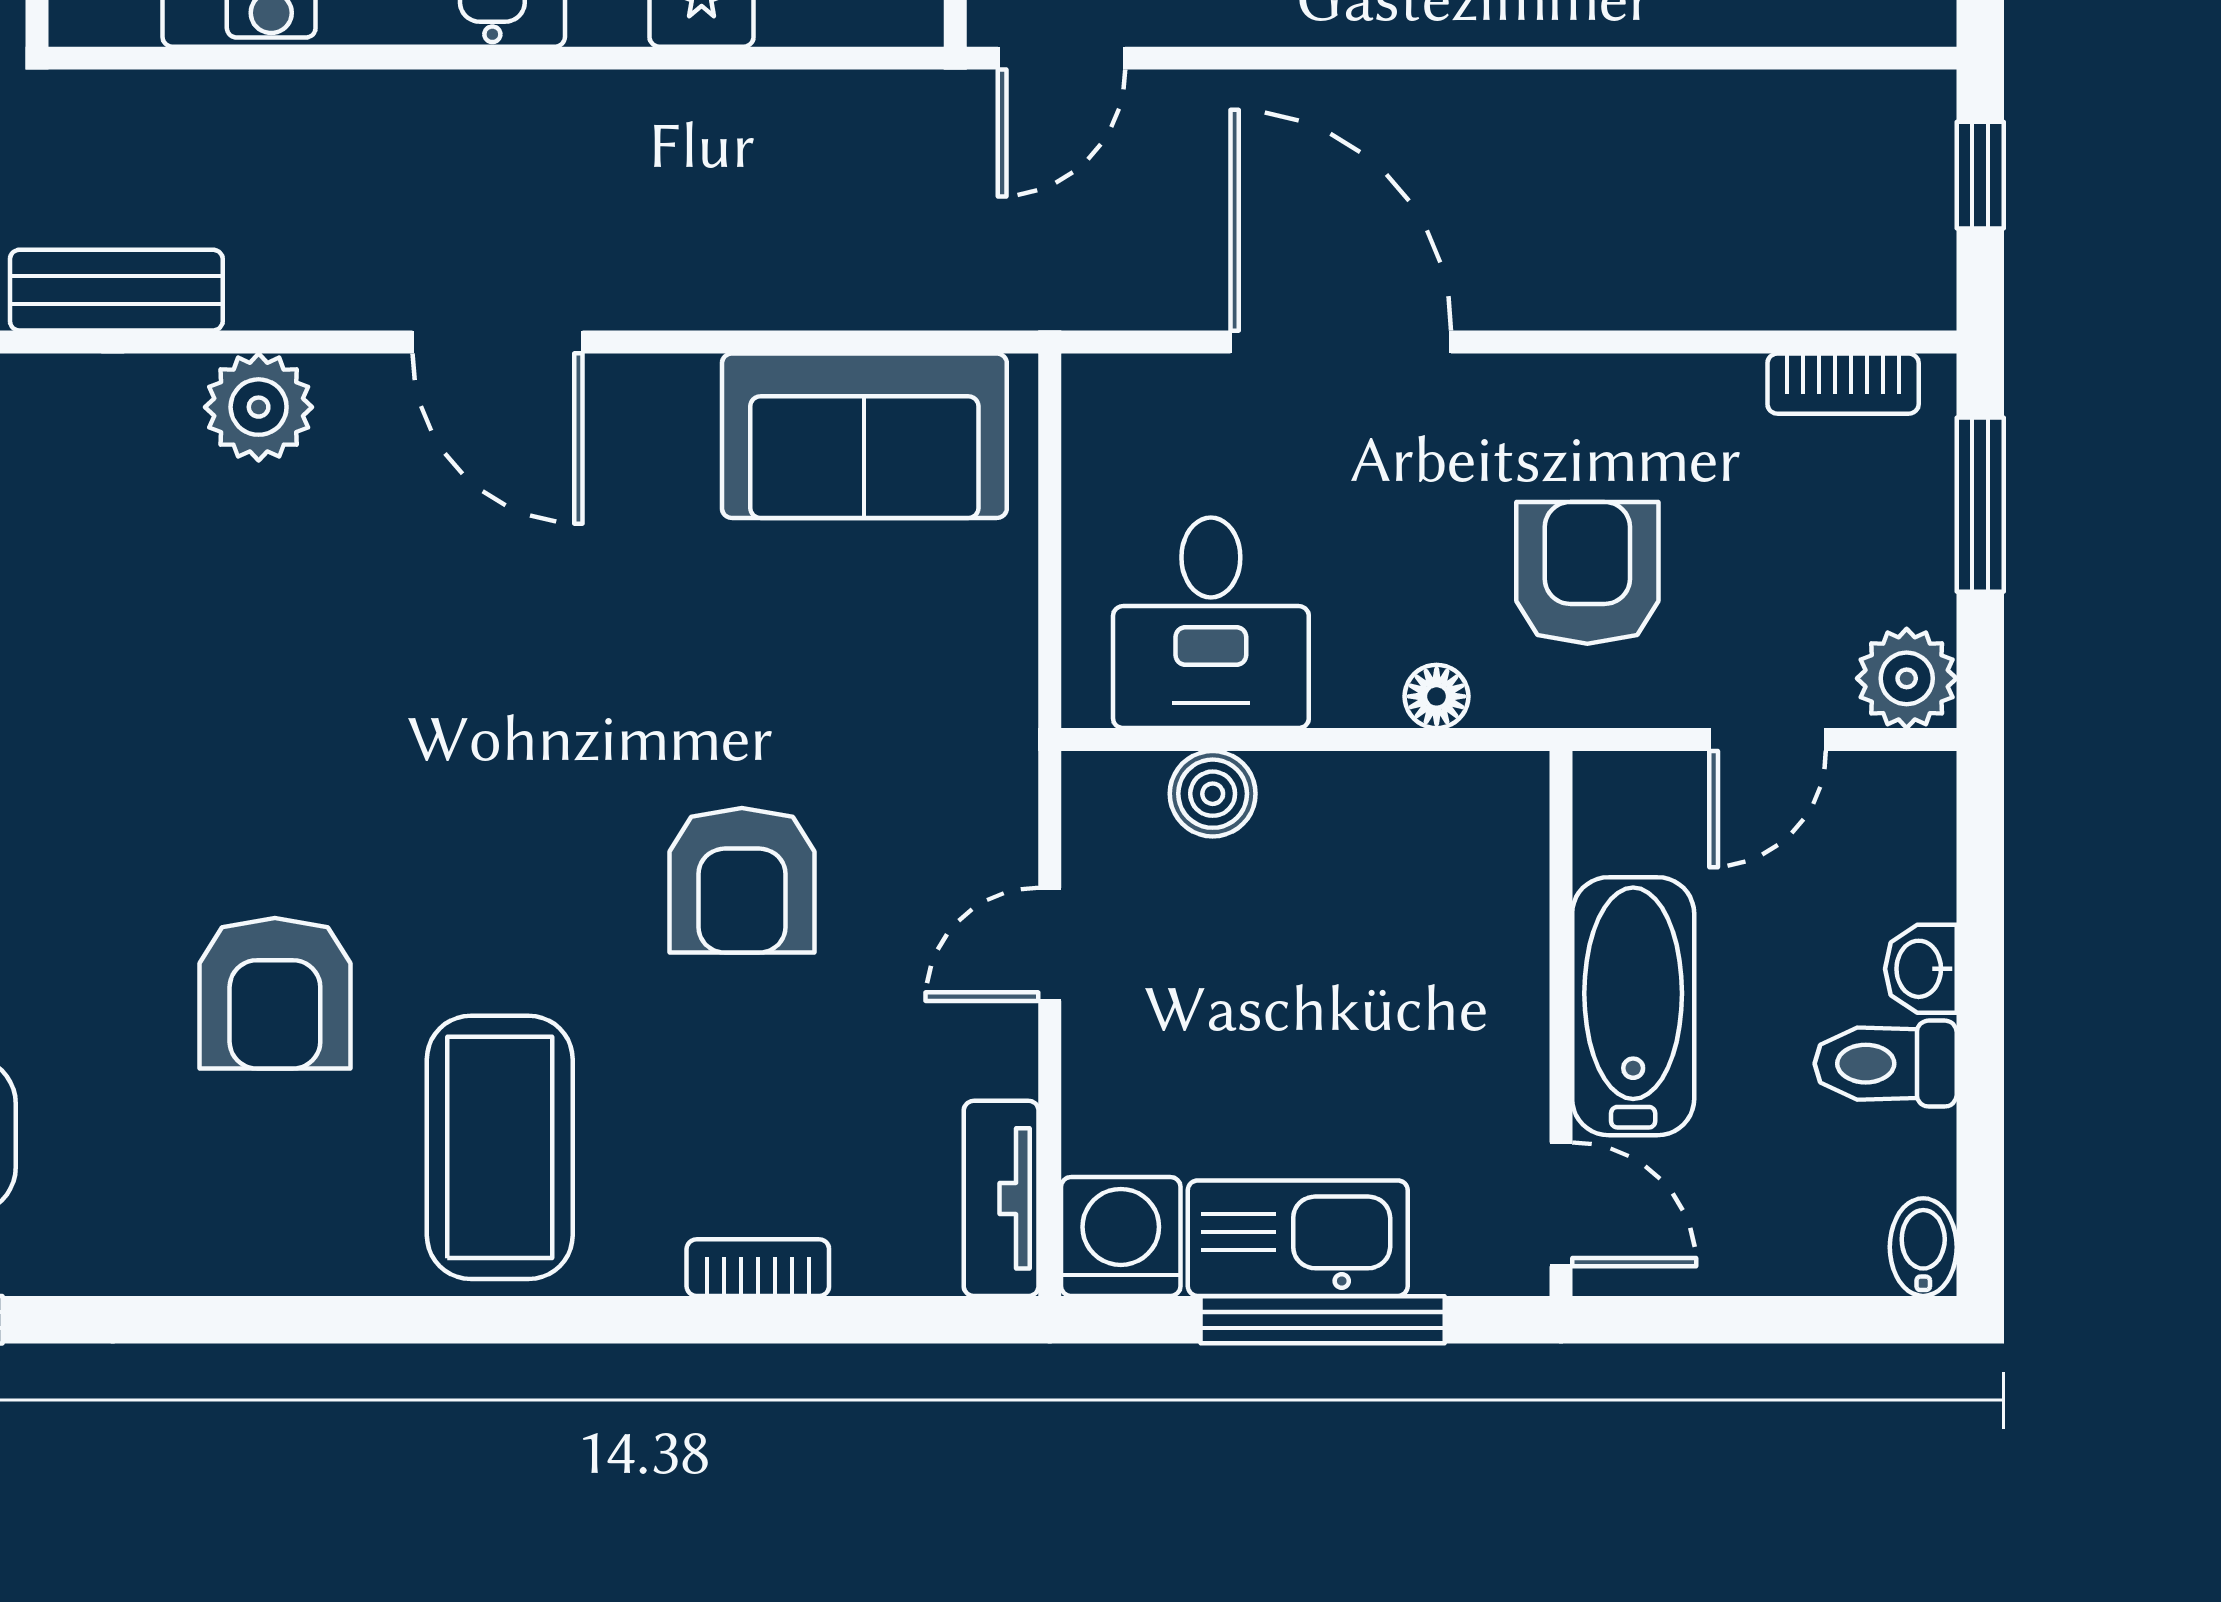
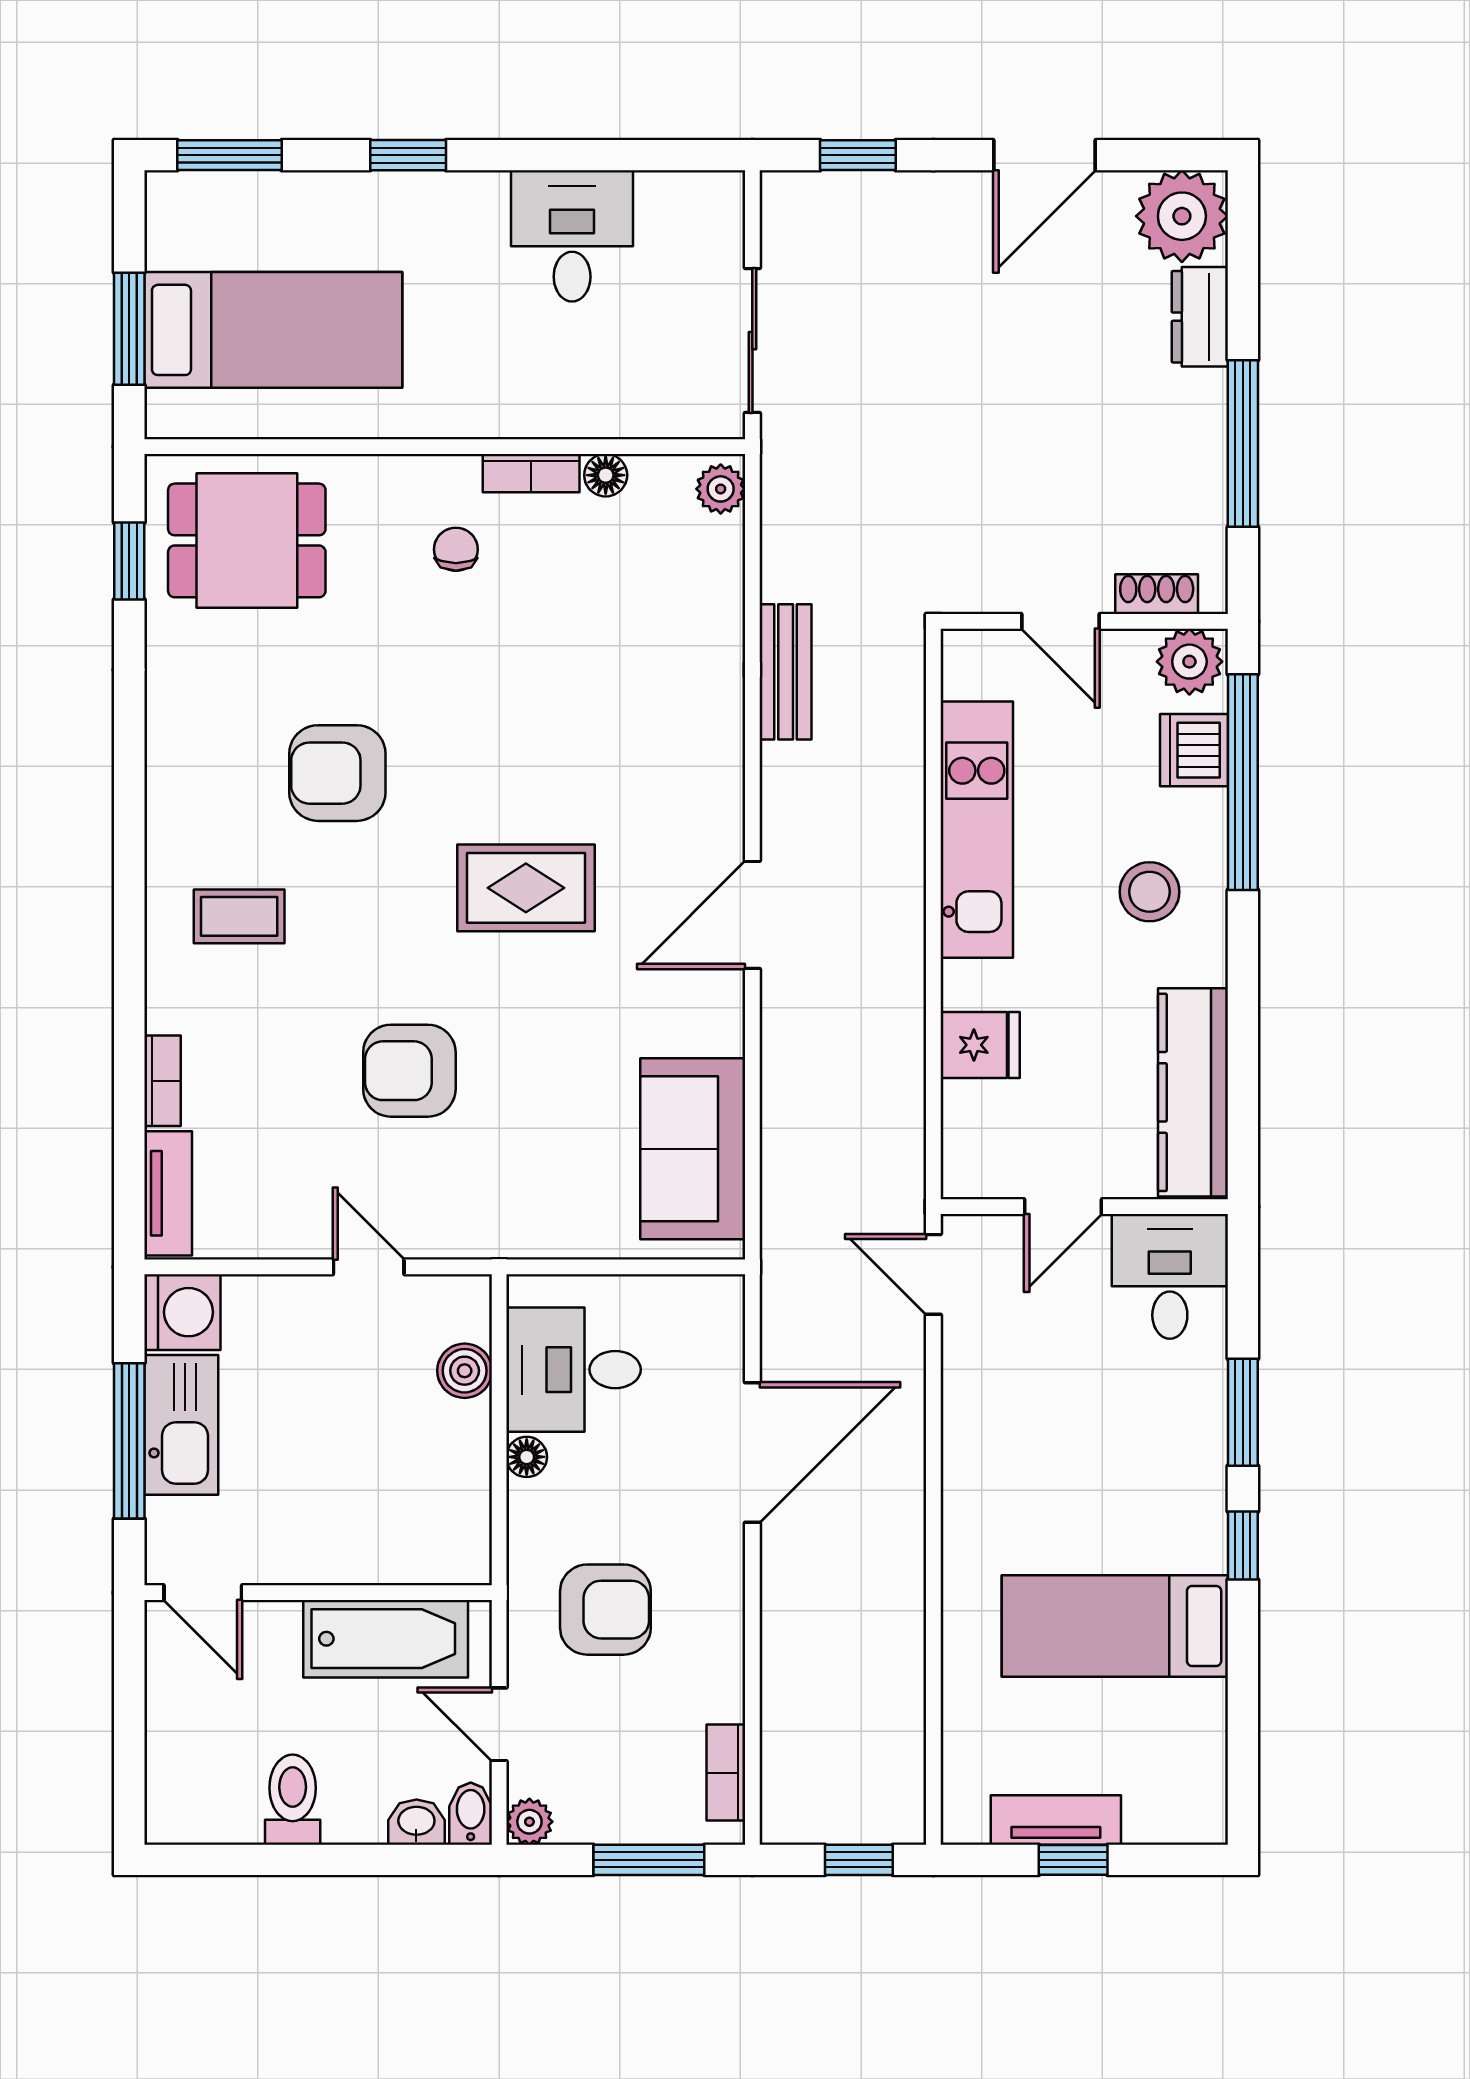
plant: (259, 407) -> (711, 763), removed
plant: (1907, 678) -> (529, 1822), width x0.73, depth x0.73
floor lamp: (1437, 696) -> (527, 1457), moved
rug: (455, 697) -> (526, 888), added
washbasin: (1921, 969) -> (416, 1822), moved
bathtub: (1633, 1006) -> (386, 1639), moved
coffee table: (500, 1147) -> (239, 916), width x0.54, depth x0.58
tv unit: (1001, 1198) -> (168, 1193), moved, turned 90
door: (1561, 1204) -> (203, 1593), hinge flipped
bidet: (1923, 1247) -> (471, 1814), moved, turned -90

